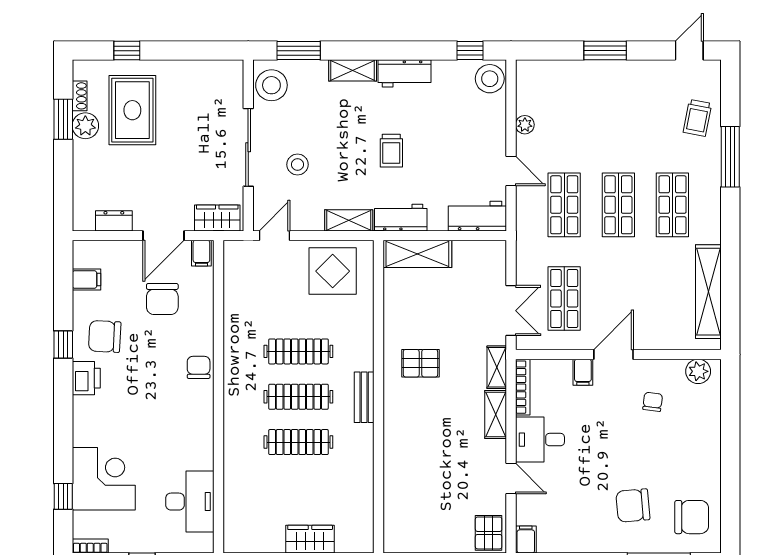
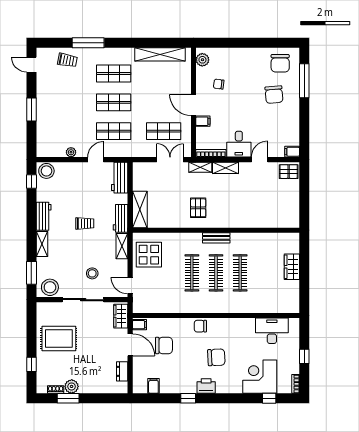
rug: (132, 110) -> (59, 338), moved
chair: (105, 336) -> (216, 357), moved, turned -96
chair: (692, 517) -> (280, 63), turned 180

